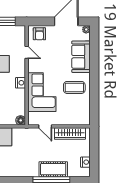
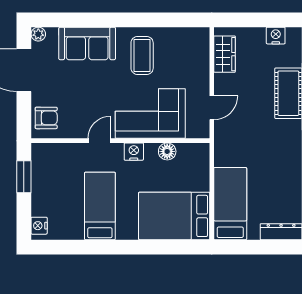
door: (27, 52) -> (99, 141), moved
floor lamp: (21, 120) -> (167, 151), moved
wardrobe: (70, 134) -> (225, 54), width x0.67

